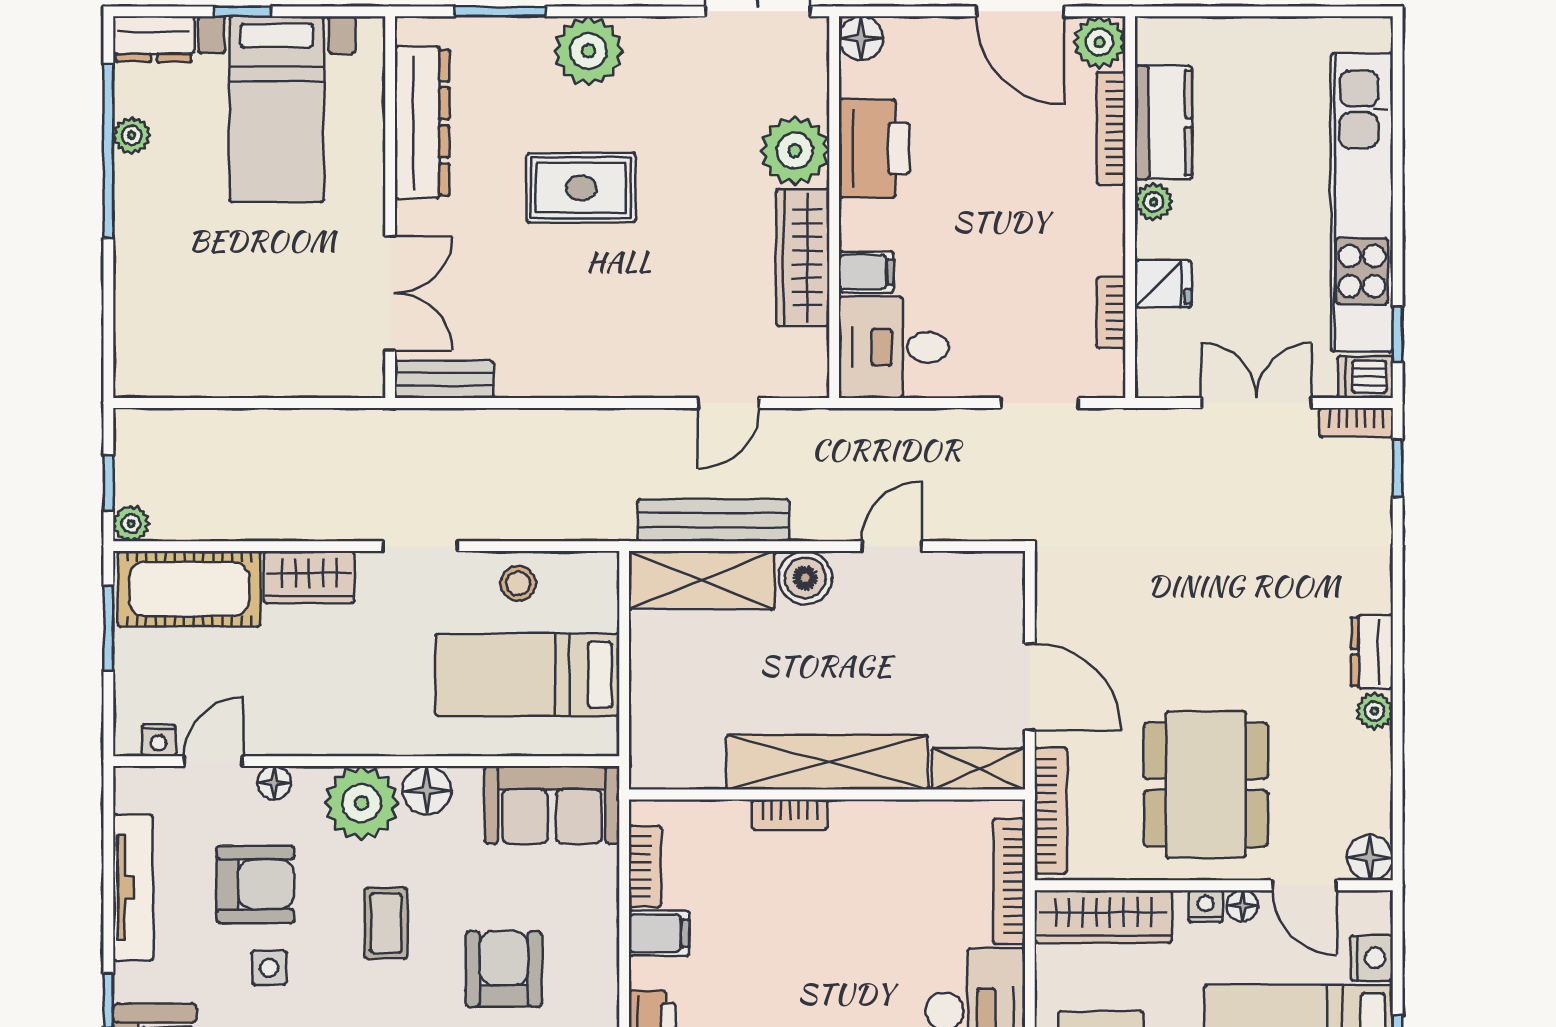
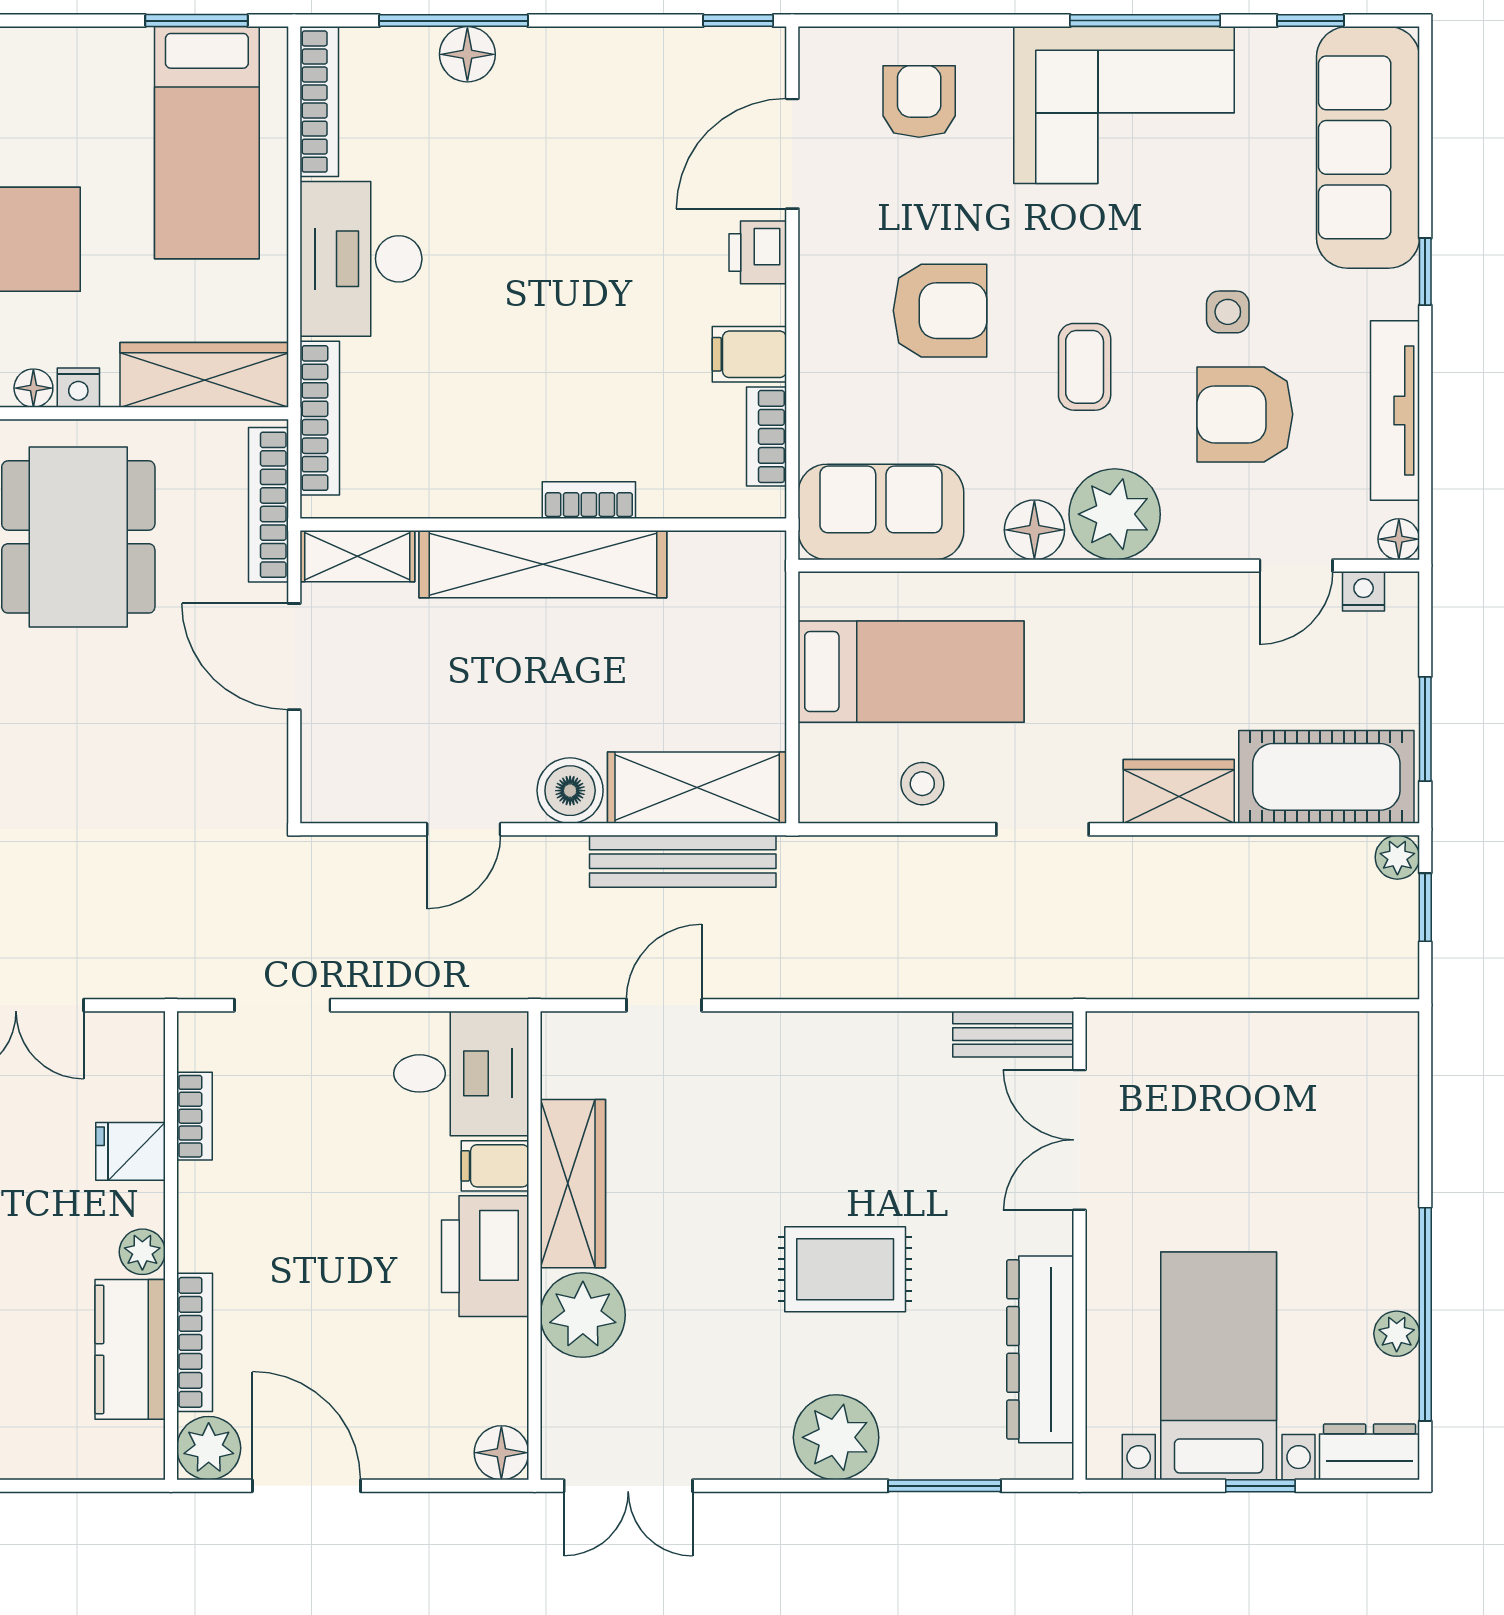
printer: (874, 148) -> (485, 1256), moved
floor lamp: (274, 783) -> (1399, 539), moved
armchair: (504, 969) -> (940, 311), turned -90

